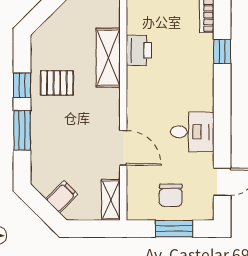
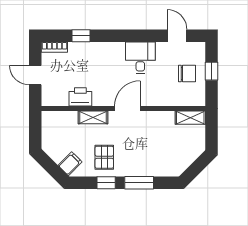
shelving: (108, 58) -> (93, 117), width x0.67, depth x0.75
door: (123, 148) -> (127, 109), moved
filing cabinet: (62, 197) -> (70, 164), moved, turned 90
window: (174, 229) -> (211, 71), width x0.67

